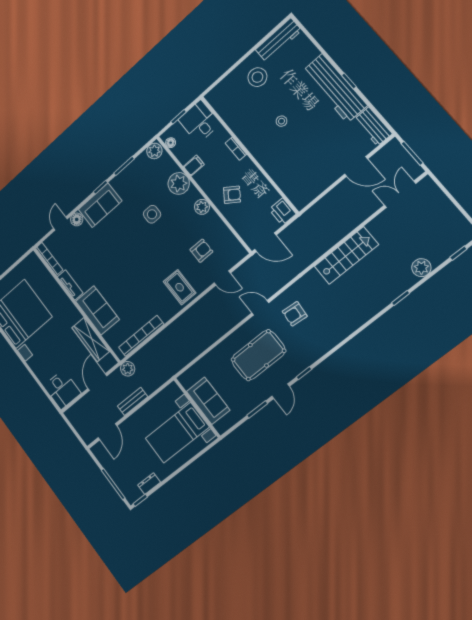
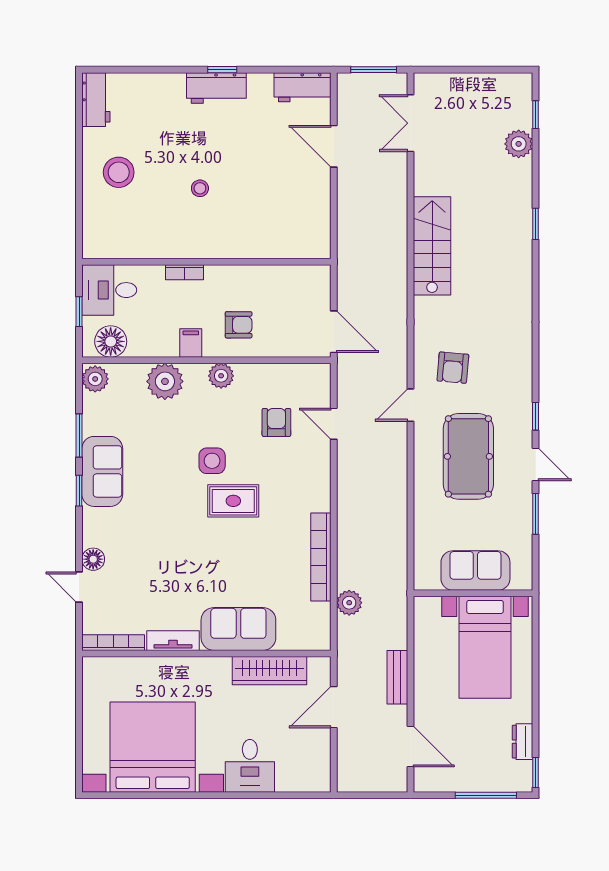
workbench: (278, 40) -> (96, 100), width x0.73
workbench: (335, 88) -> (216, 88), width x0.53, depth x0.76
floor lamp: (171, 143) -> (111, 341), width x1.89, depth x1.89
filing cabinet: (194, 165) -> (191, 343), moved
door: (356, 167) -> (334, 146), swing flipped
armchair: (232, 195) -> (239, 325), turned 55
sofa: (100, 205) -> (102, 471), moved
printer: (282, 212) -> (313, 279), removed
side table: (152, 214) -> (212, 461), moved
door: (265, 242) -> (334, 332), hinge flipped
plant: (421, 268) -> (519, 144), moved
door: (222, 278) -> (334, 424), swing flipped
rug: (180, 287) -> (233, 501), moved
bookcase: (141, 336) -> (321, 557), moved
plant: (128, 369) -> (349, 603), moved
door: (97, 382) -> (334, 707), hinge flipped
desk: (62, 390) -> (250, 766), moved, turned 90

